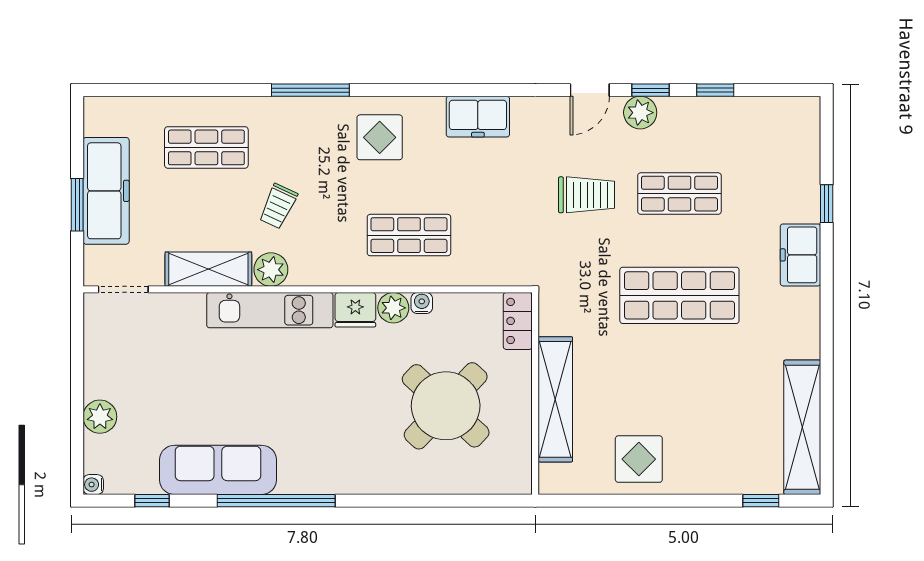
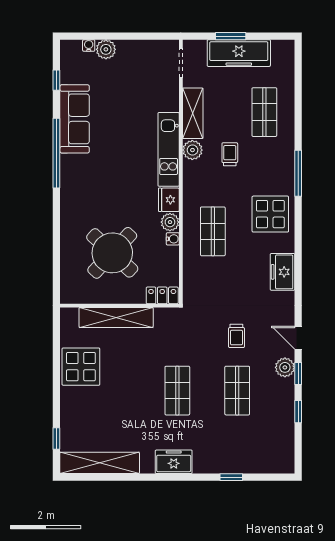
display table: (380, 137) -> (270, 214), width x1.36, depth x1.36
trolley: (587, 195) -> (236, 336), width x0.73, depth x0.72
trolley: (278, 206) -> (230, 154), turned 65
freezer: (801, 255) -> (174, 462), moved
shop shelf: (679, 295) -> (177, 391), width x0.70, depth x0.74
display table: (639, 459) -> (81, 367), width x1.36, depth x1.36
water cooler: (93, 485) -> (89, 45), moved

